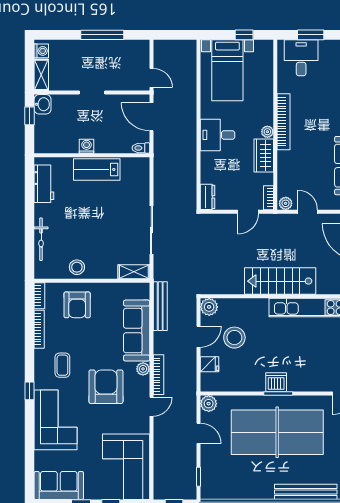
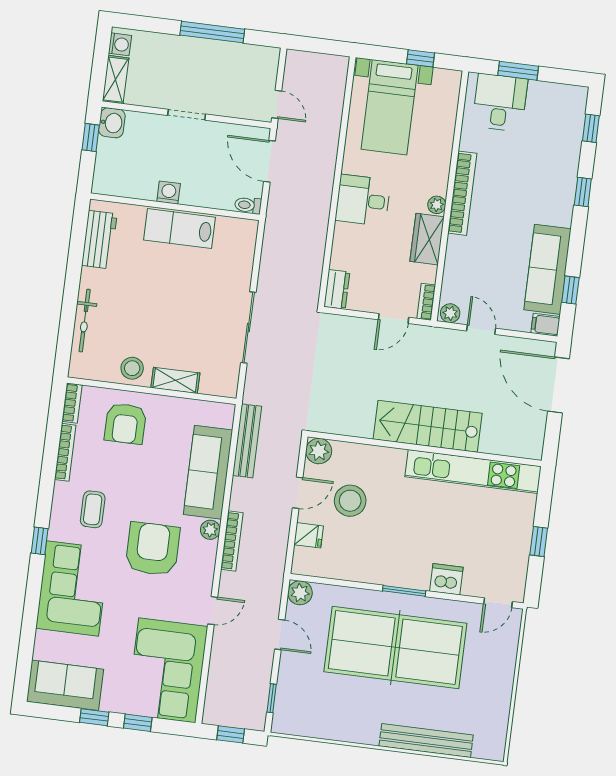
shelving: (134, 272) -> (175, 380), moved
dishwasher: (276, 382) -> (446, 579), moved
door: (151, 407) -> (213, 611), moved

